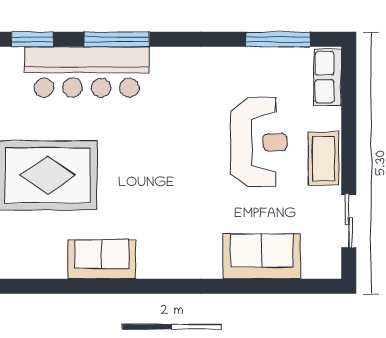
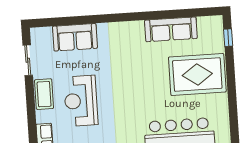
sofa: (102, 259) -> (171, 29), width x1.36

